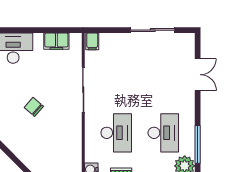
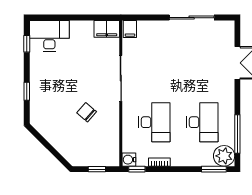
filing cabinet: (56, 41) -> (107, 29), moved
chair: (34, 107) -> (87, 112), moved

